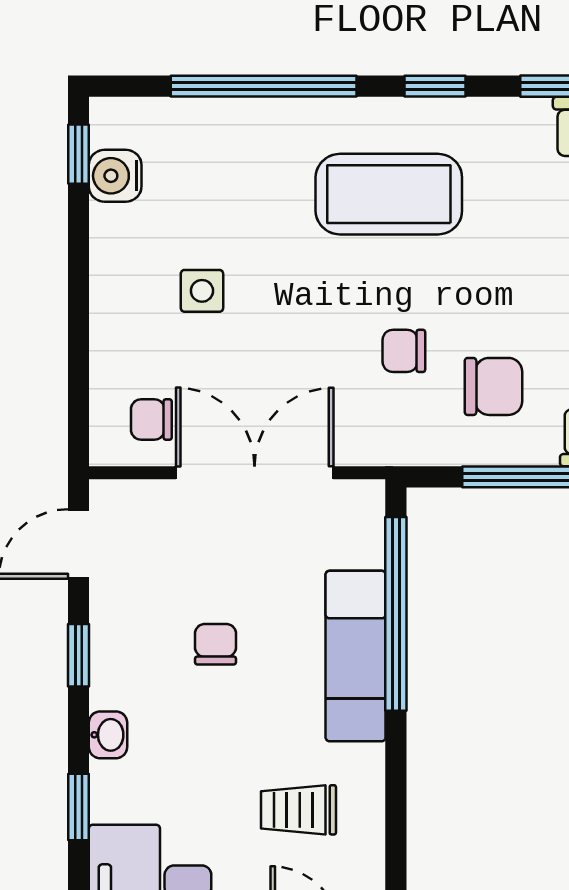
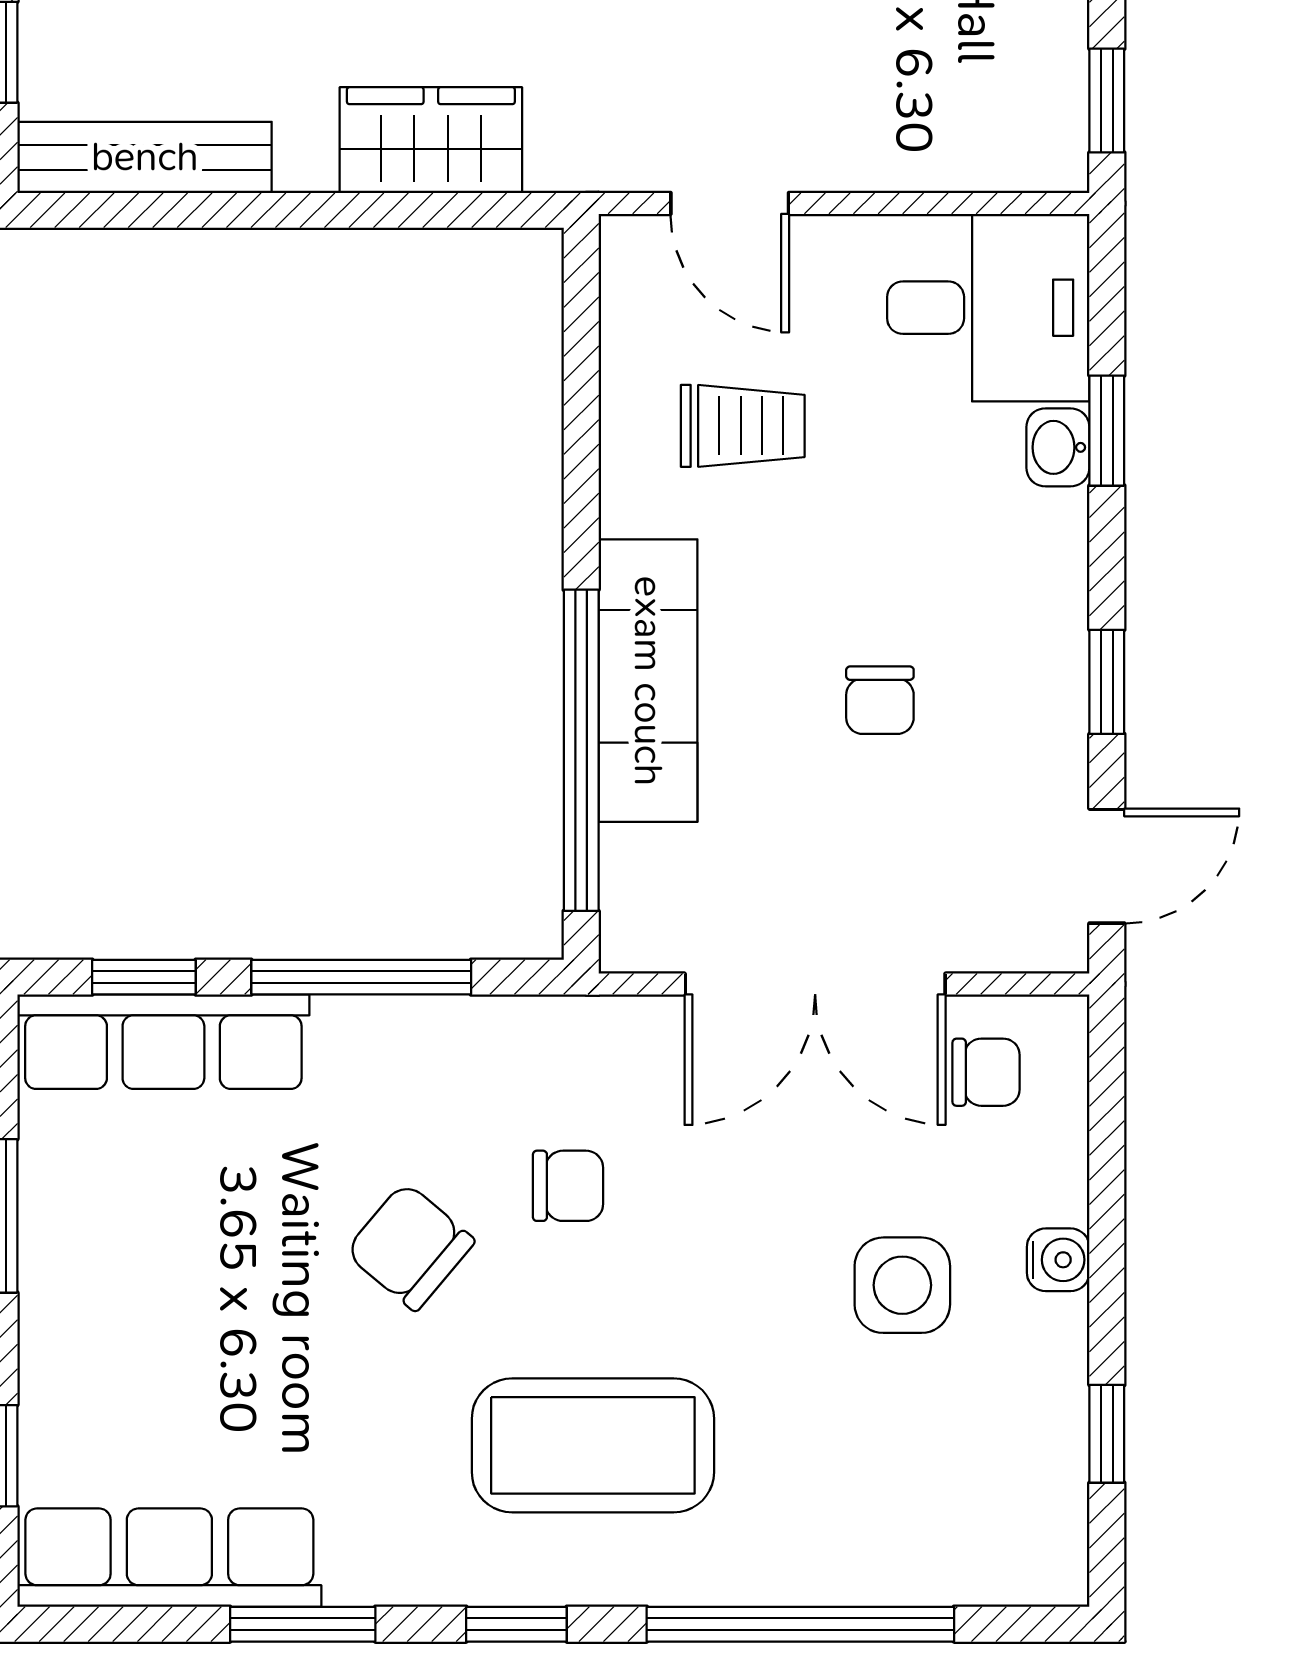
window: (79, 154) -> (1107, 1434), moved
water cooler: (115, 176) -> (1058, 1260), moved, width x0.72, depth x0.72
side table: (202, 291) -> (902, 1285), width x1.37, depth x1.37
chair: (493, 386) -> (410, 1247), moved, turned 40
washbasin: (108, 735) -> (1058, 447), moved

